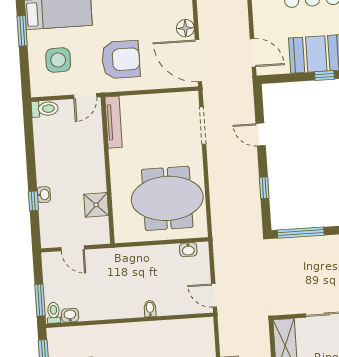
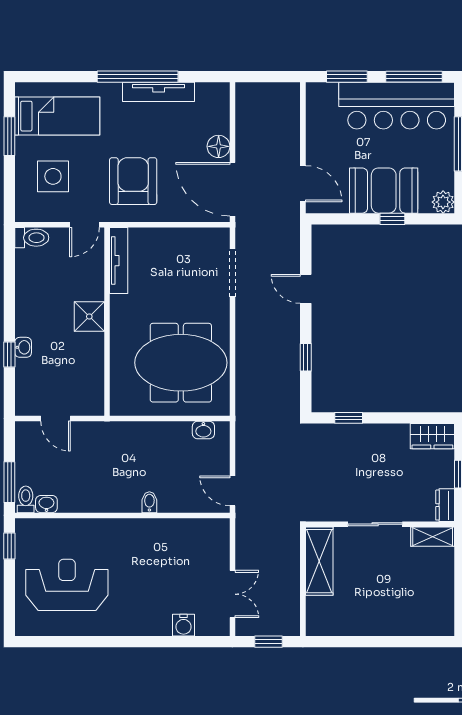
armchair: (121, 60) -> (133, 181), turned -90
shower: (96, 205) -> (89, 317), moved
window: (301, 233) -> (349, 418), width x0.46

